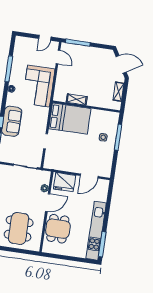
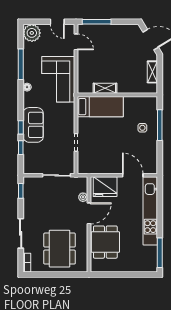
door: (45, 38) -> (57, 22), hinge flipped
plant: (22, 44) -> (32, 33), added
bed: (70, 119) -> (100, 107), width x0.67
door: (89, 176) -> (133, 175), swing flipped
kitchen unit: (96, 231) -> (150, 211), moved

